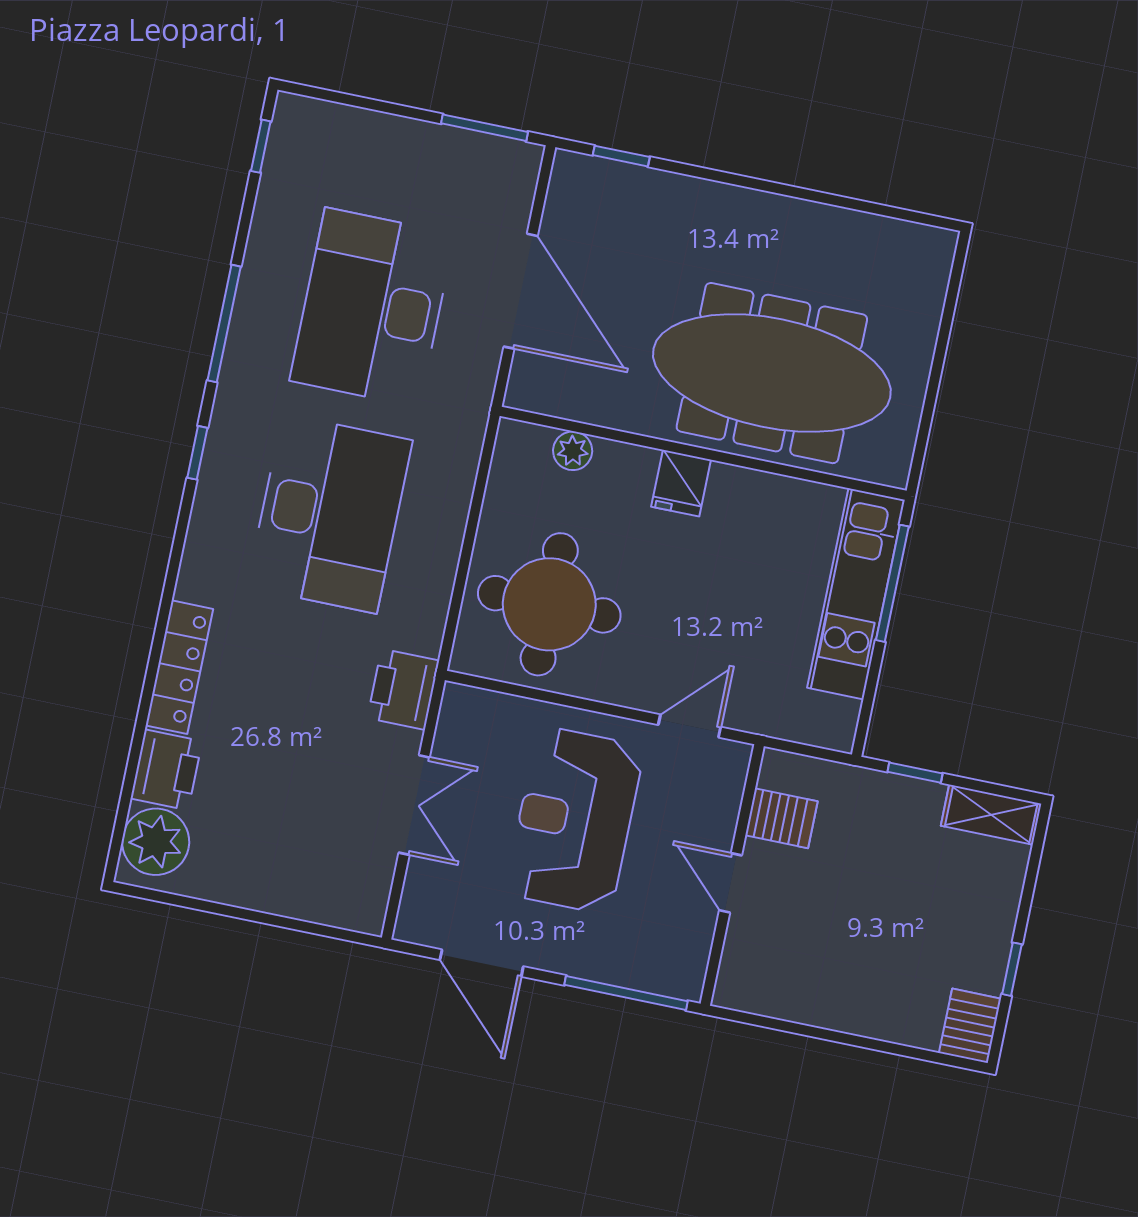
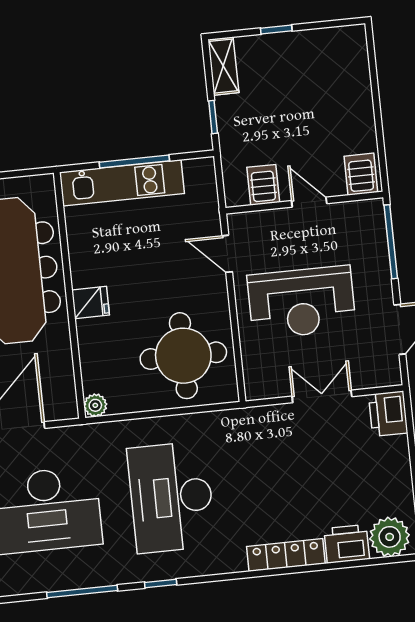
plant: (573, 451) -> (95, 405), moved
desk: (330, 514) -> (171, 497), turned -90
window: (892, 583) -> (134, 162), moved
printer: (403, 689) -> (388, 414), moved, turned 90
door: (731, 883) -> (309, 202), swing flipped
window: (1012, 969) -> (276, 30), moved
server rack: (970, 1026) -> (361, 174), moved, turned 90

